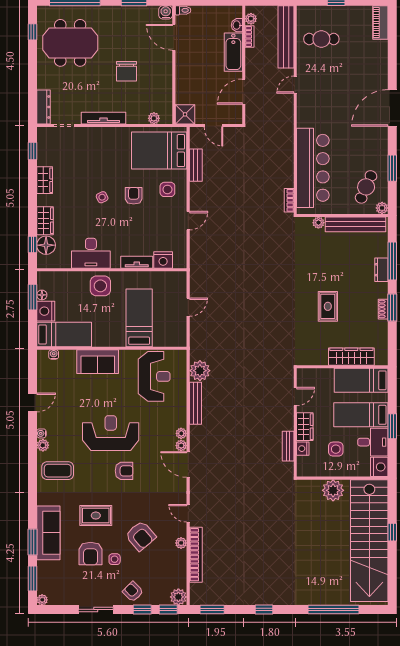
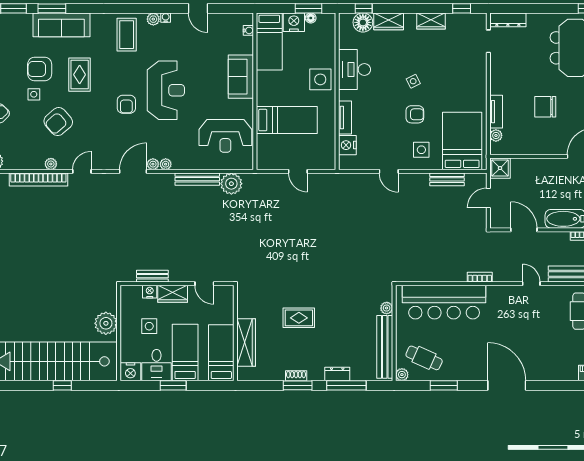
tv unit: (103, 118) -> (496, 112), moved, width x0.71
bookcase: (289, 200) -> (480, 277), moved

